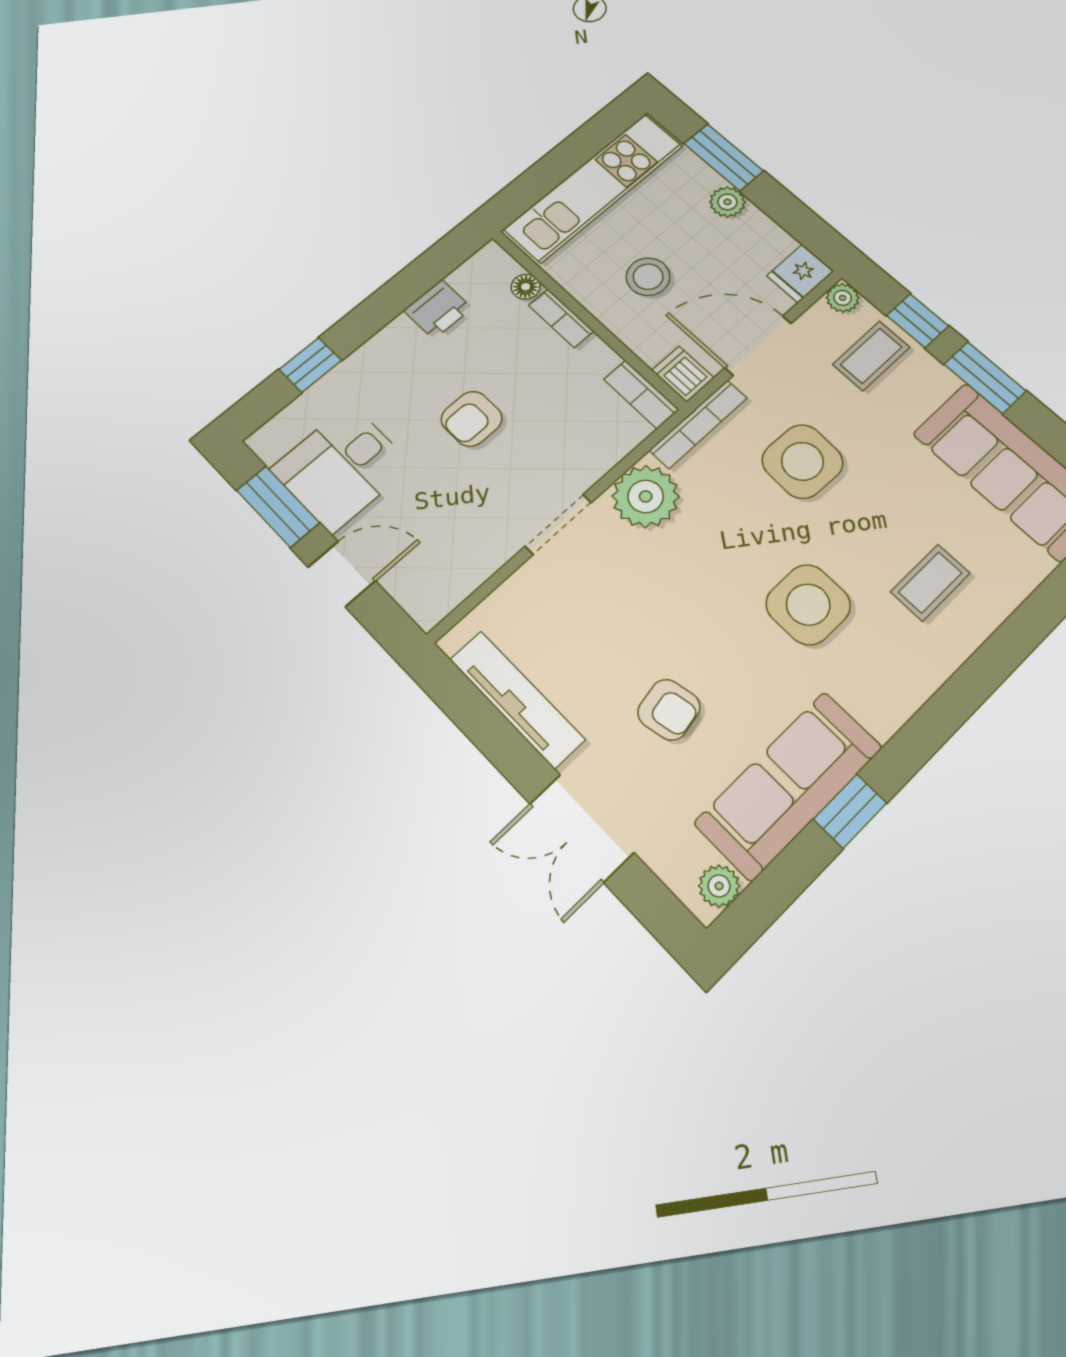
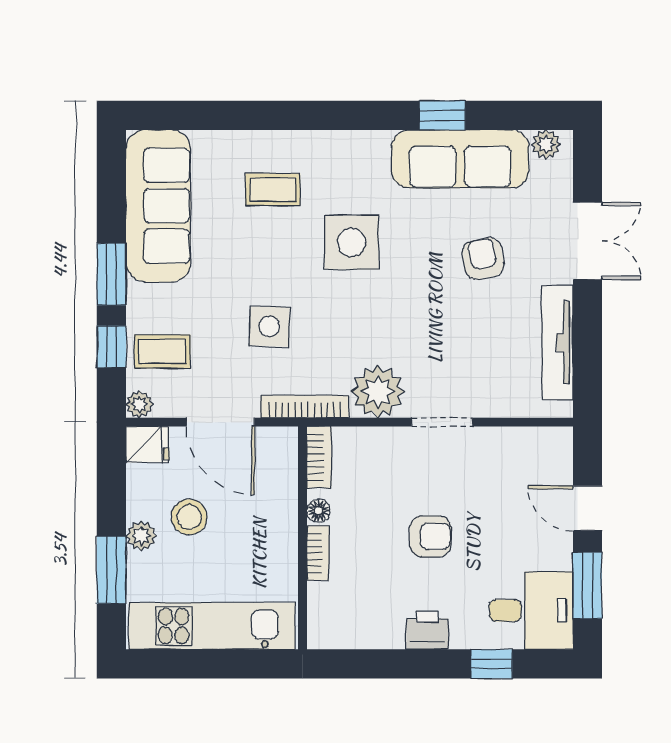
stool: (648, 277) -> (189, 517), moved
floor lamp: (526, 287) -> (319, 511), moved
printer: (438, 309) -> (427, 630), moved
dishwasher: (683, 374) -> (282, 447), removed
side table: (802, 461) -> (269, 326), width x0.73, depth x0.73
desk: (341, 467) -> (531, 611), moved

